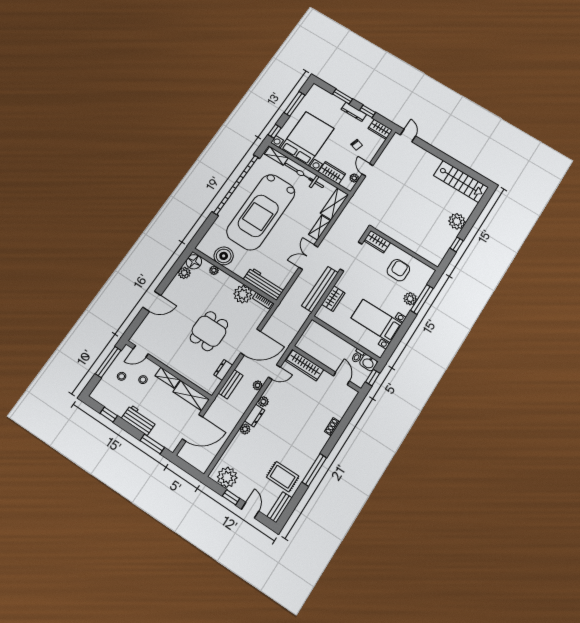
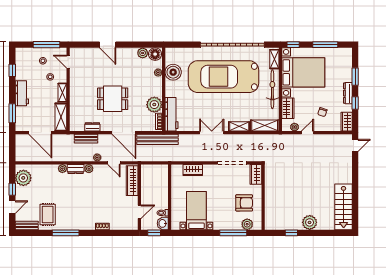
bench: (320, 289) -> (158, 139), moved
plant: (410, 299) -> (247, 224), moved

